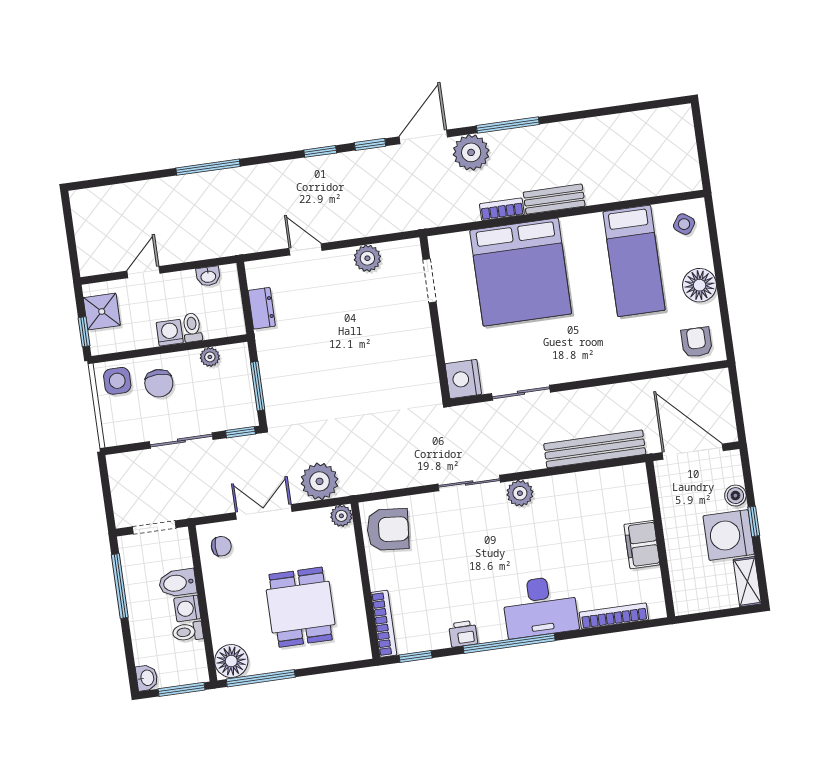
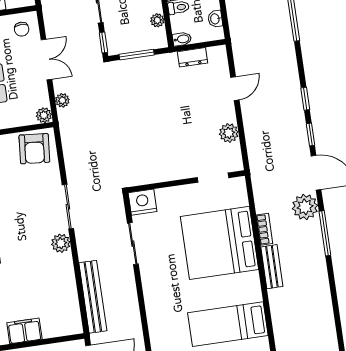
bidet: (236, 323) -> (182, 39), added
plant: (320, 481) -> (62, 100), width x0.53, depth x0.53

